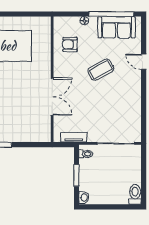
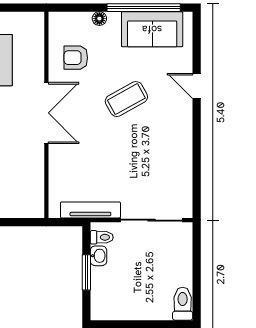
double door: (52, 97) -> (46, 113), moved
tv unit: (74, 137) -> (90, 210), width x1.41
washbasin: (84, 198) -> (99, 256), moved

